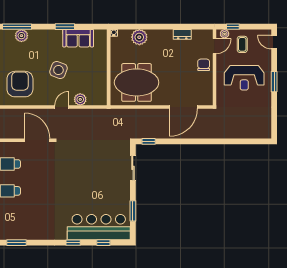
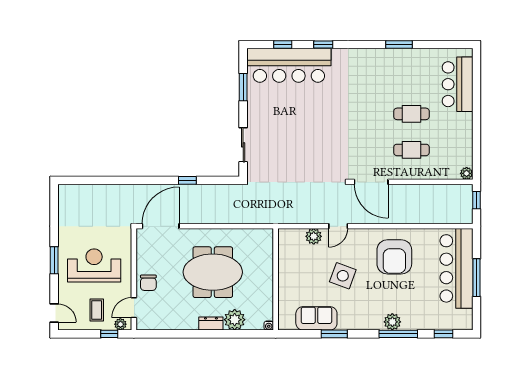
dresser: (182, 34) -> (211, 324), moved
meeting table: (137, 82) -> (213, 272), moved
door: (183, 107) -> (161, 226), moved
window: (149, 141) -> (187, 180), moved

